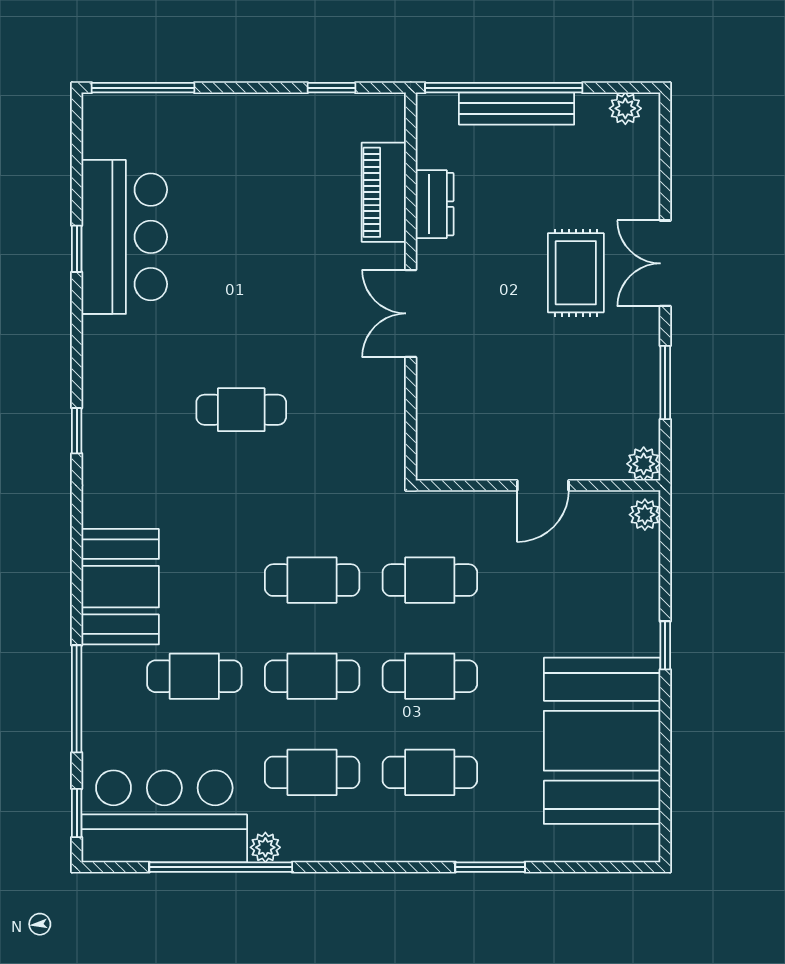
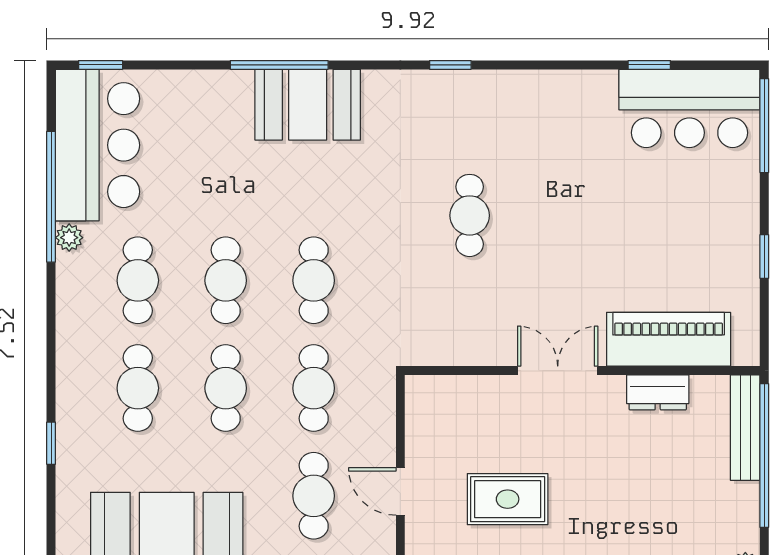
window: (331, 88) -> (764, 256), moved
bench: (517, 109) -> (745, 428), moved
piano: (384, 192) -> (669, 339), width x1.37, depth x1.33
bar counter: (124, 237) -> (689, 108), moved
window: (77, 249) -> (649, 65), moved
rug: (576, 273) -> (508, 499), moved
cafe table: (194, 676) -> (314, 496), moved
window: (77, 699) -> (279, 65), moved
window: (490, 867) -> (51, 443), width x0.67

